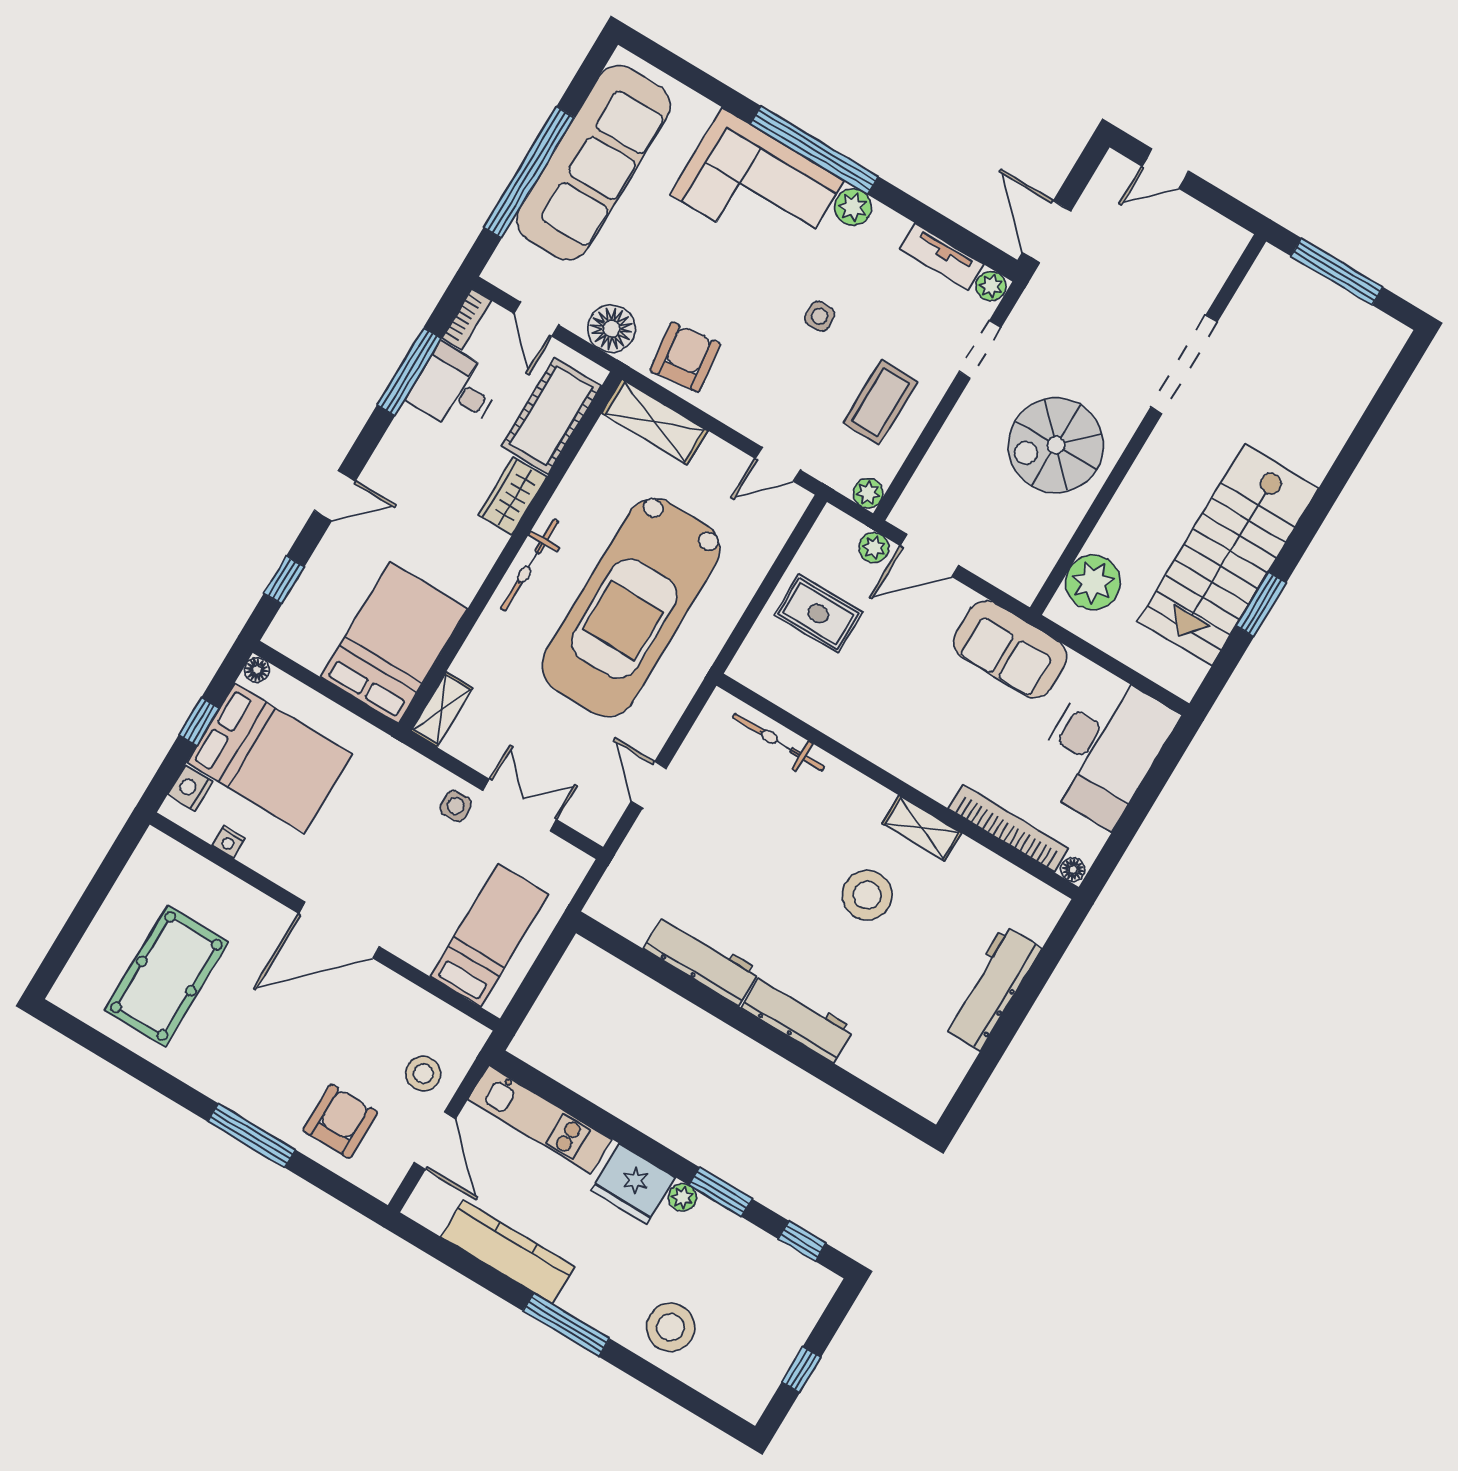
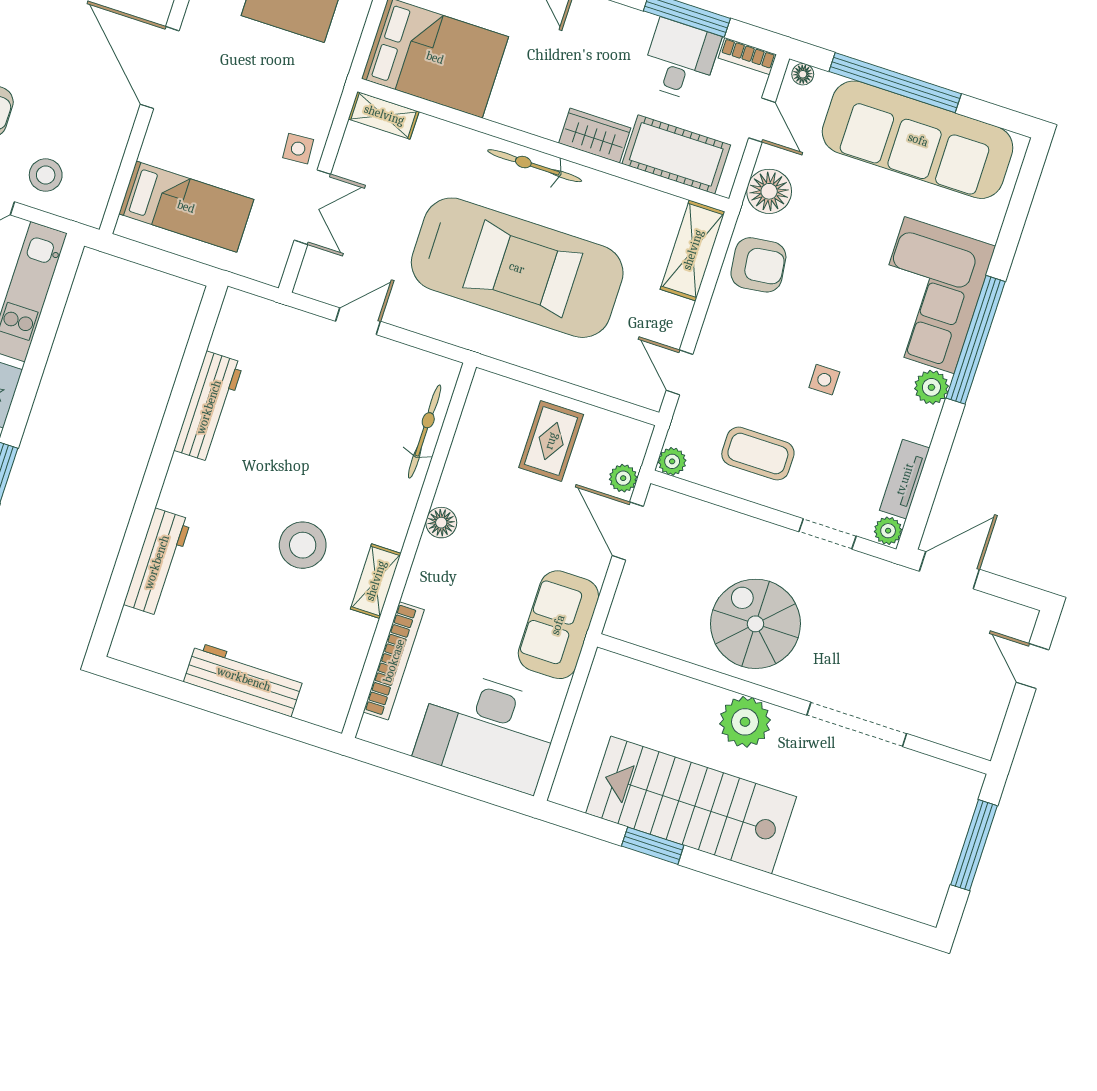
floor lamp: (498, 266) -> (803, 74), added
door: (536, 319) -> (762, 120), swing flipped
plant: (1093, 582) -> (745, 722), moved
car: (631, 607) -> (517, 268), turned 180
floor lamp: (1073, 870) -> (441, 523), moved, width x1.37, depth x1.37
workbench: (798, 1018) -> (157, 562), moved

